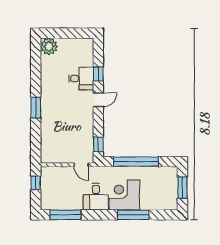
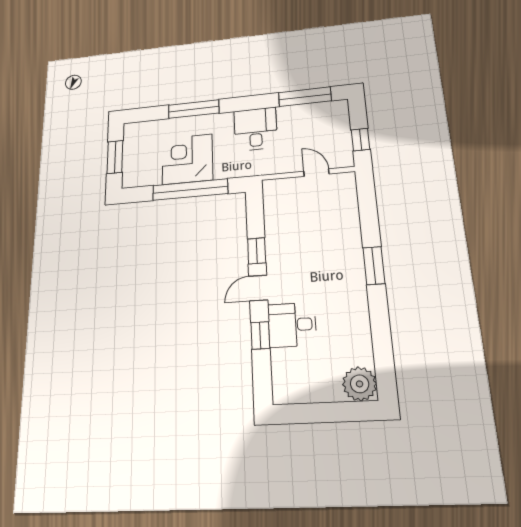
window: (98, 144) -> (257, 251), moved
door: (81, 165) -> (316, 173), moved
corner desk: (124, 195) -> (187, 159), moved, turned 180

